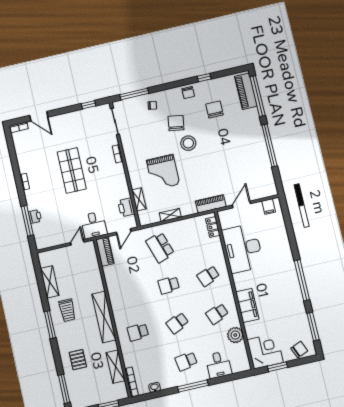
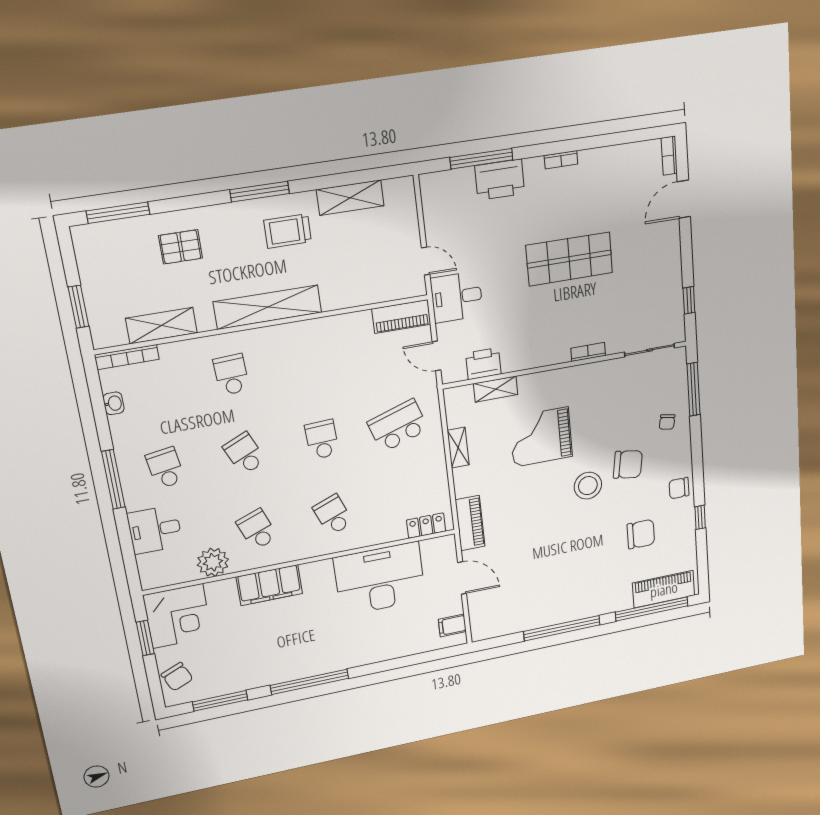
printer: (35, 216) -> (500, 180), width x1.87, depth x1.48

